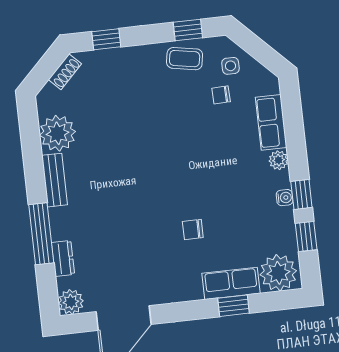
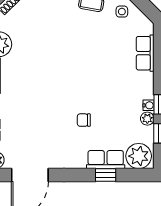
chair: (221, 95) -> (113, 31), removed
plant: (278, 160) -> (147, 119), moved

